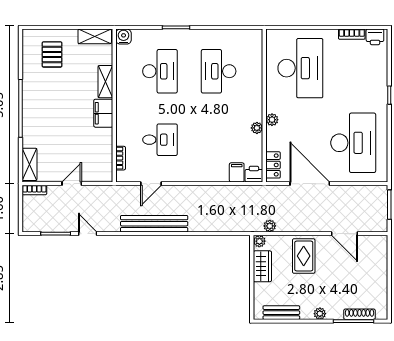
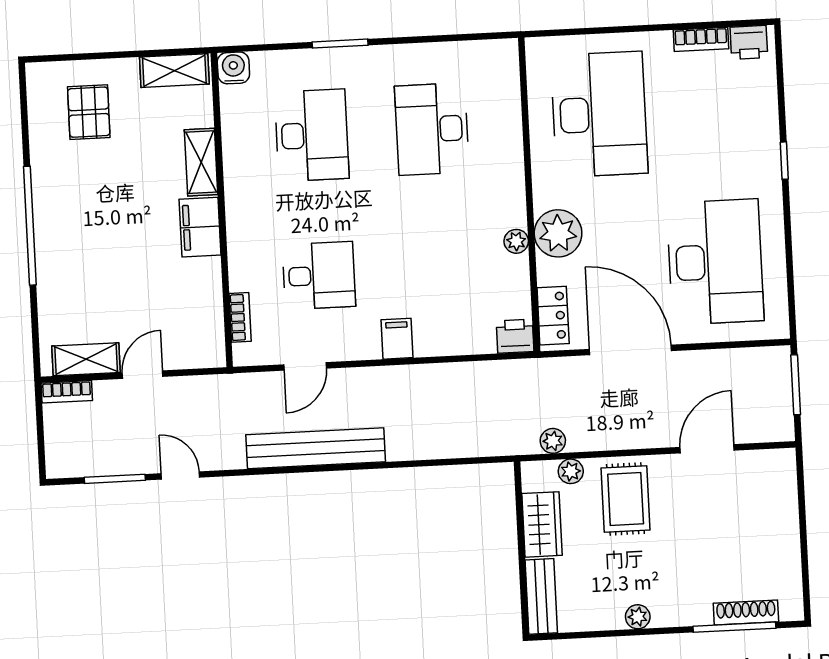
plant: (272, 120) -> (558, 233), width x1.87, depth x1.87
shelving: (29, 164) -> (86, 359), moved, turned 90
filing cabinet: (237, 172) -> (397, 339), moved
door: (345, 234) -> (707, 449), swing flipped
plant: (259, 241) -> (571, 471), moved
bench: (281, 313) -> (541, 596), moved, turned 90
plant: (320, 314) -> (638, 617), moved

